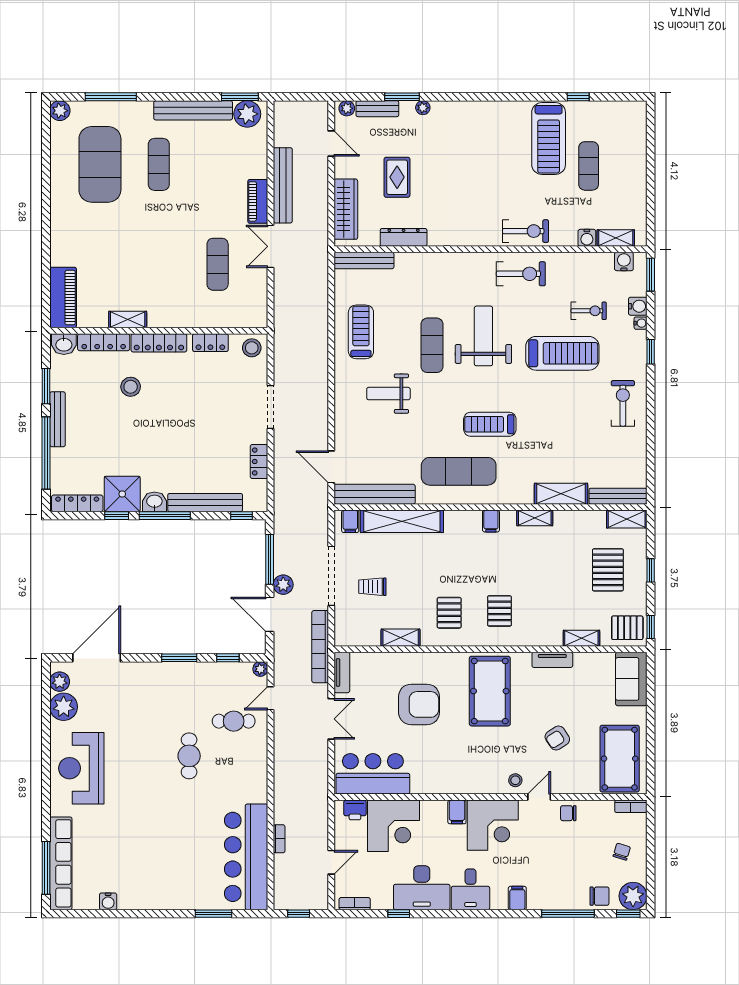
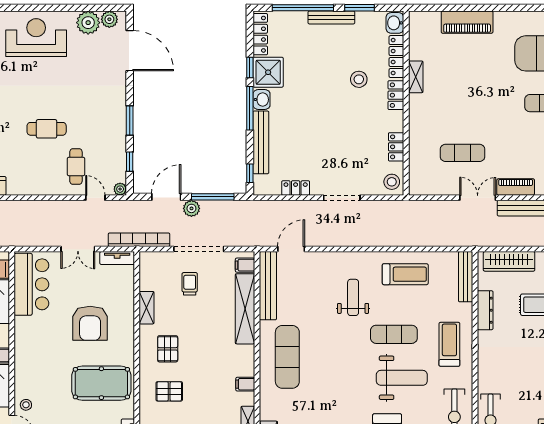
piano: (63, 298) -> (467, 22), moved
locker: (159, 343) -> (396, 95), width x0.66
treadmill: (490, 424) -> (449, 344), moved
pallet: (449, 613) -> (168, 349), turned 90

